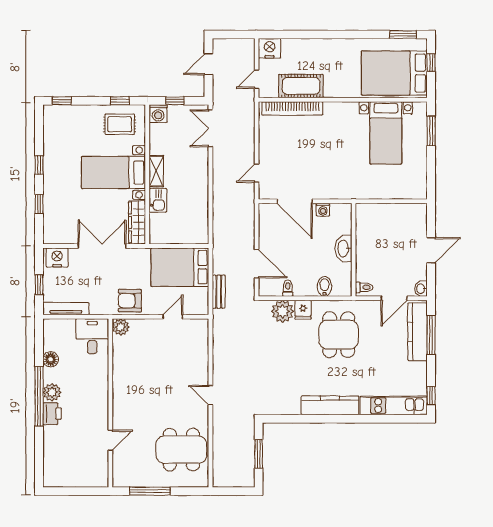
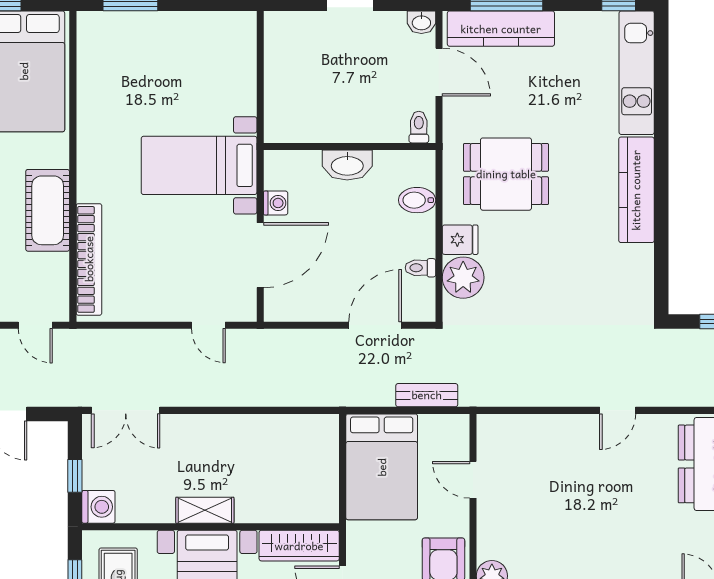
cot: (301, 86) -> (48, 210), moved
bed with nightstands: (386, 133) -> (199, 165), moved, turned 180
kitchen sink: (158, 200) -> (258, 507), removed

